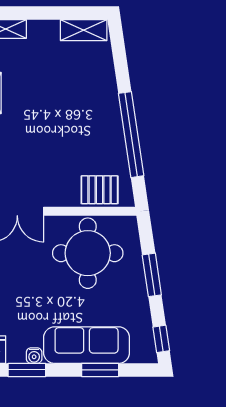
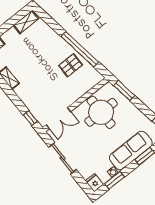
pallet: (100, 190) -> (71, 65), moved
window: (152, 275) -> (124, 91), moved

